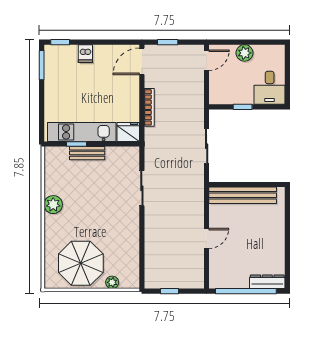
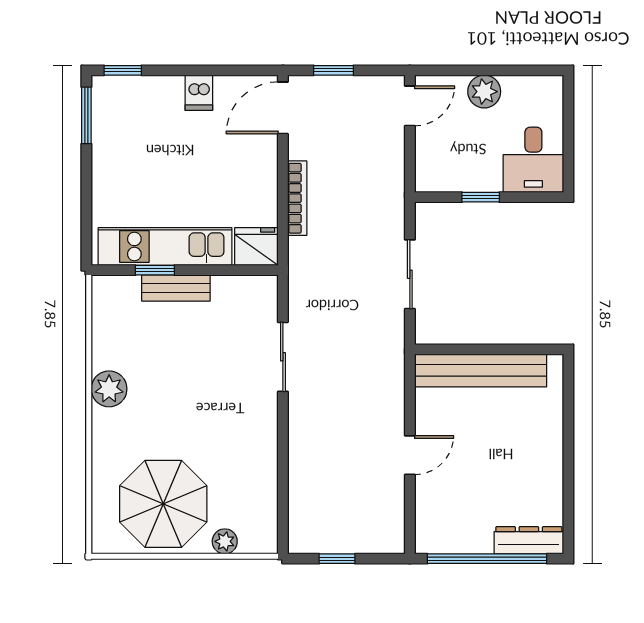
dishwasher: (85, 54) -> (199, 93), moved

